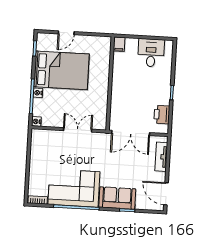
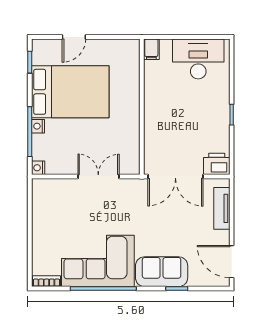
desk: (151, 53) -> (198, 59), width x1.37
printer: (162, 115) -> (217, 164), moved, turned 90

